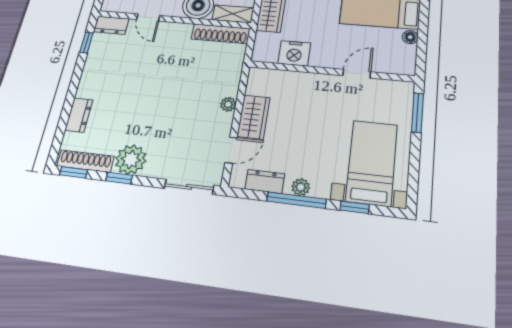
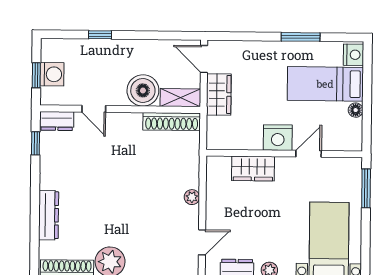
nightstand: (294, 53) -> (278, 138), moved
dresser: (79, 115) -> (49, 215), width x1.44
wardrobe: (254, 117) -> (253, 169), moved, turned 90

